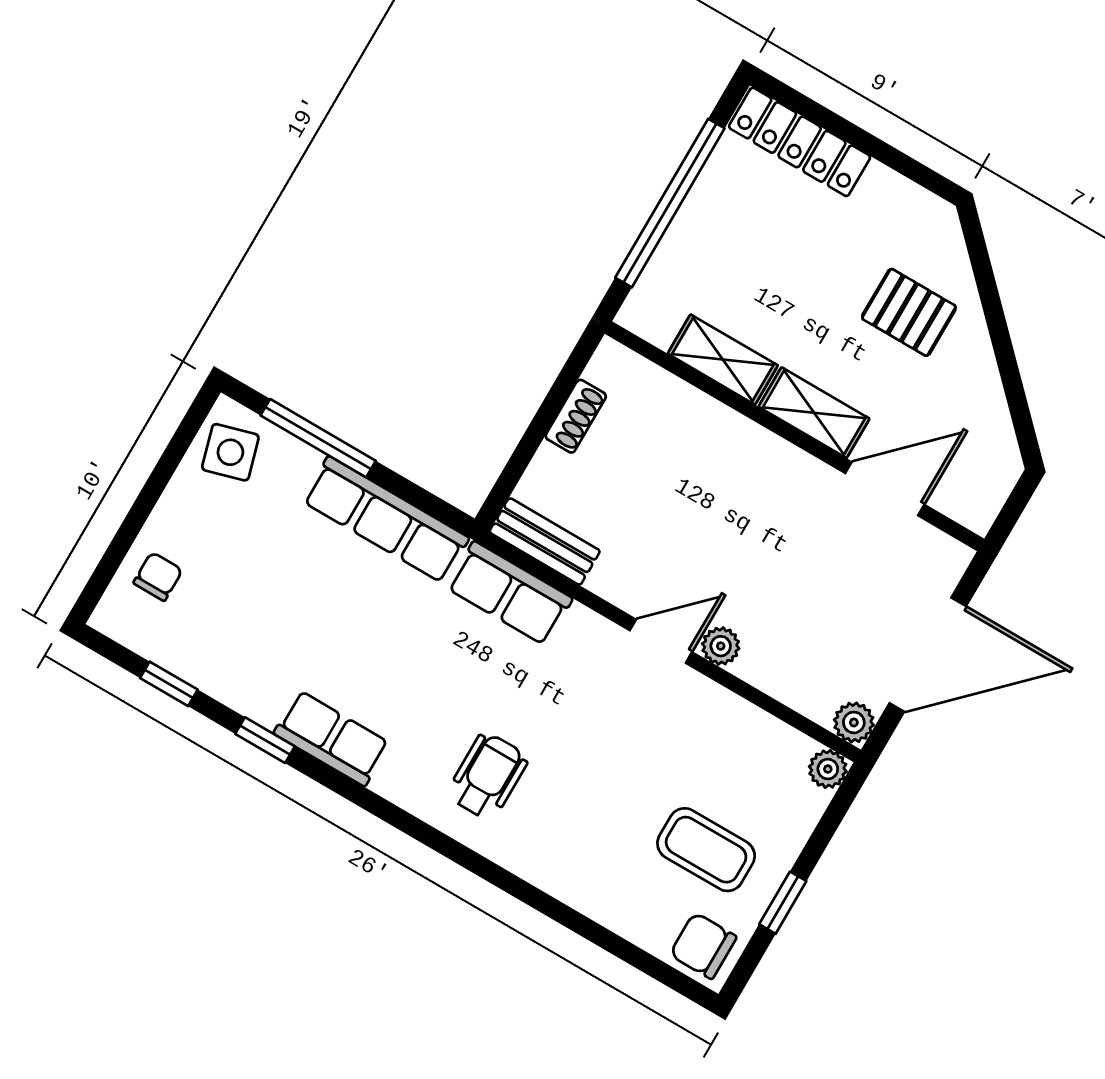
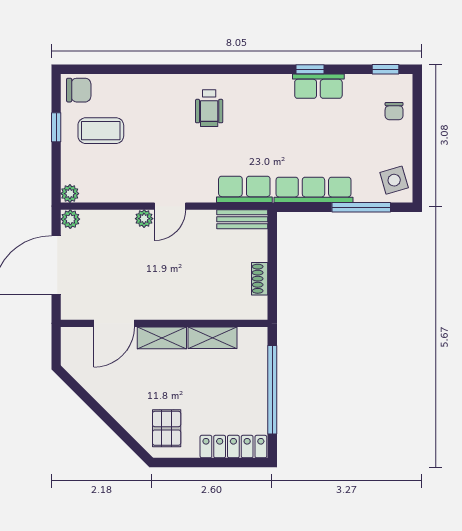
pallet: (909, 312) -> (167, 428), moved, turned 90
window: (169, 684) -> (385, 69), moved
row of seats: (332, 738) -> (318, 86), moved

